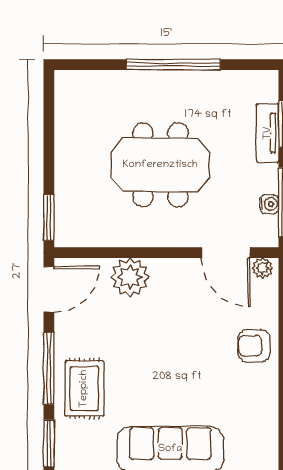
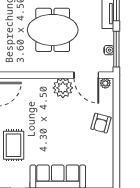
plant: (130, 277) -> (63, 88), moved
armchair: (254, 346) -> (101, 123), turned -75

